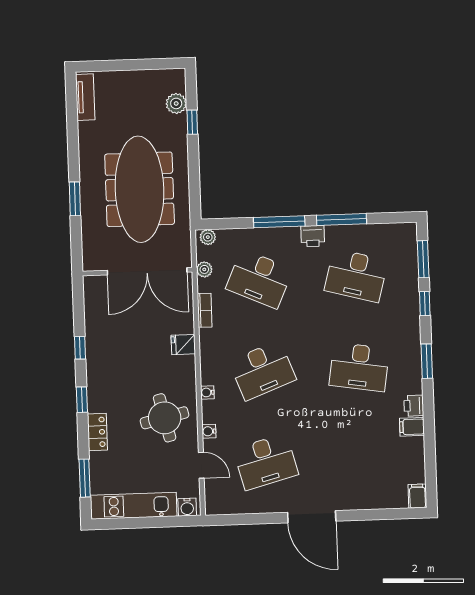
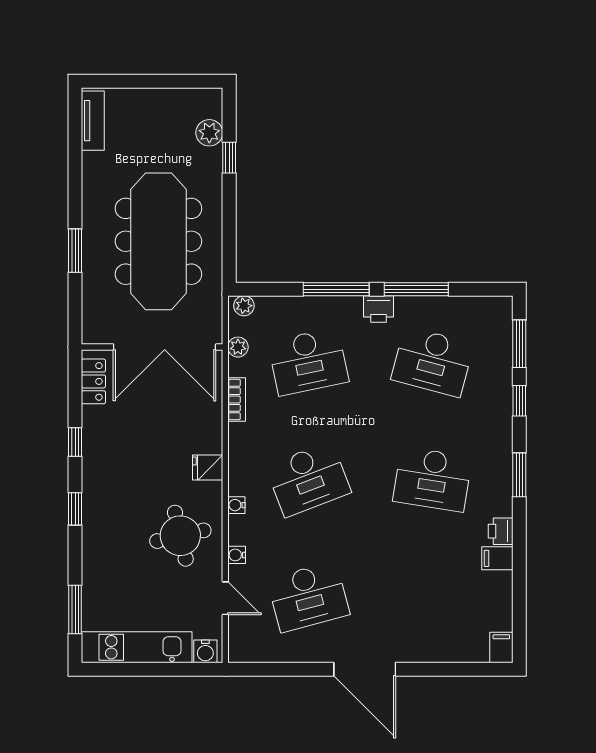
desk: (259, 279) -> (308, 362), turned -36
fridge: (183, 345) -> (208, 468), moved
locker: (97, 432) -> (93, 381), moved

